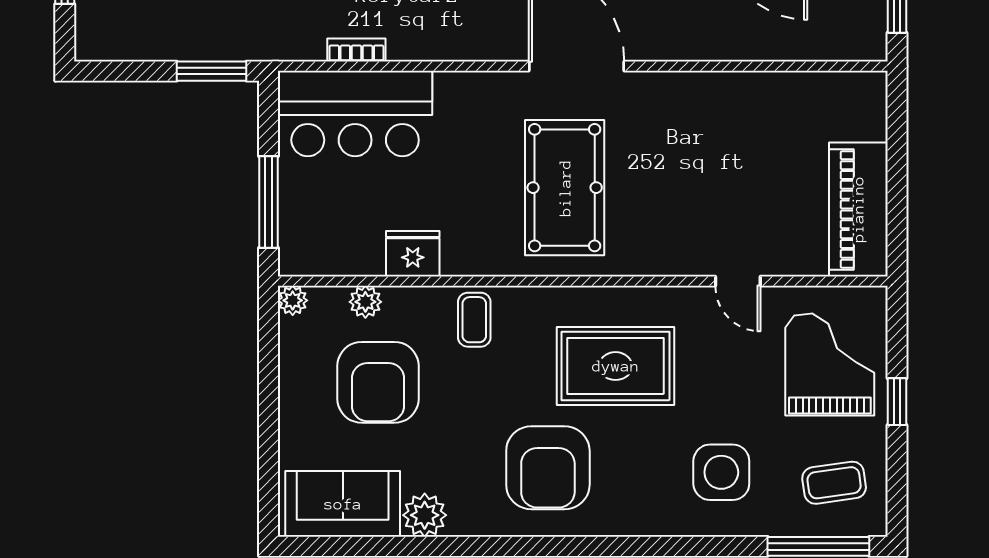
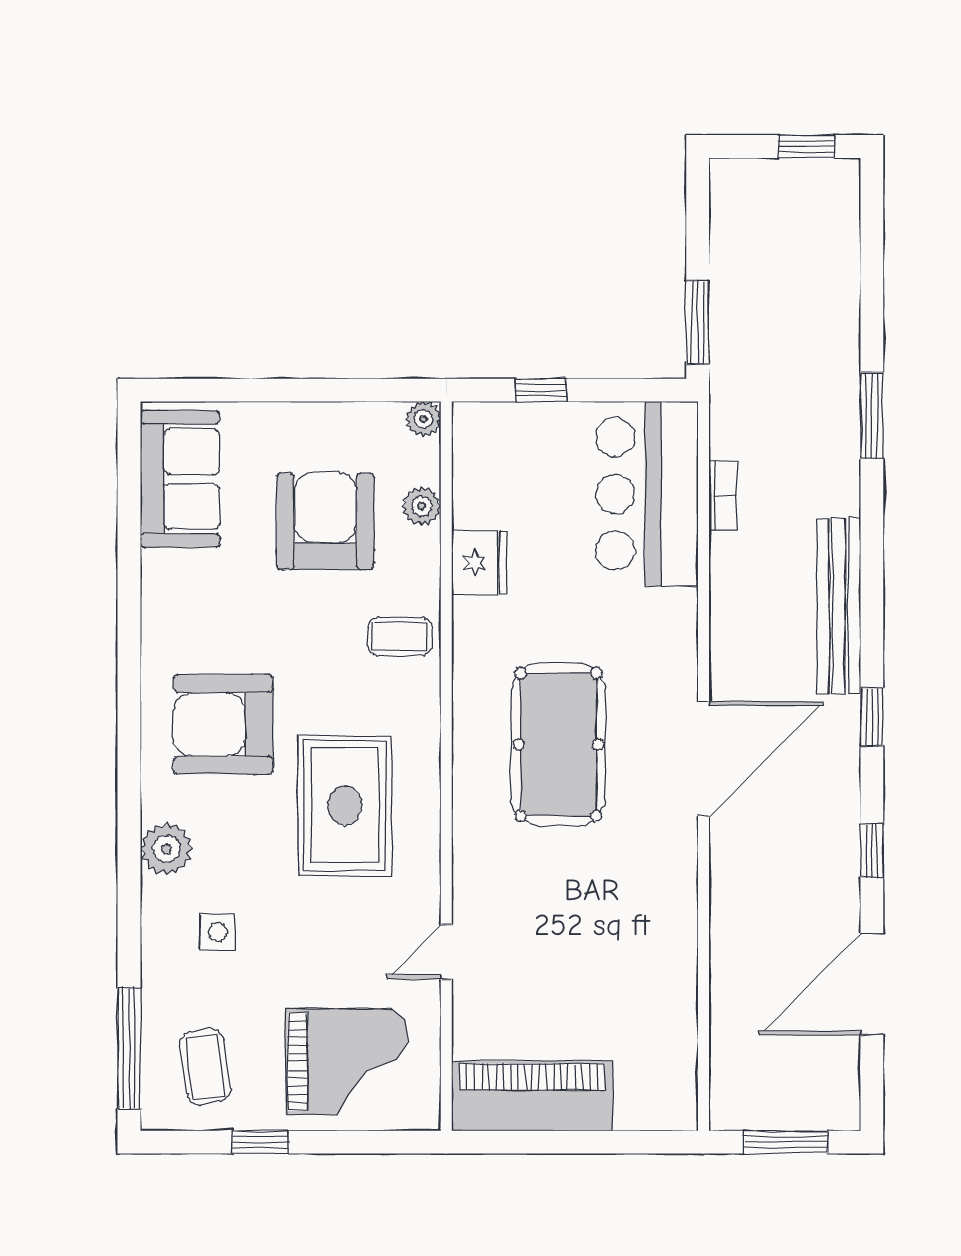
pool table: (565, 188) -> (558, 744), turned 90
window: (269, 202) -> (541, 390), width x0.46
armchair: (378, 382) -> (325, 521), turned 90
window: (897, 402) -> (260, 1142), moved
side table: (721, 472) -> (218, 932), width x0.54, depth x0.54
plant: (425, 515) -> (166, 849), moved

